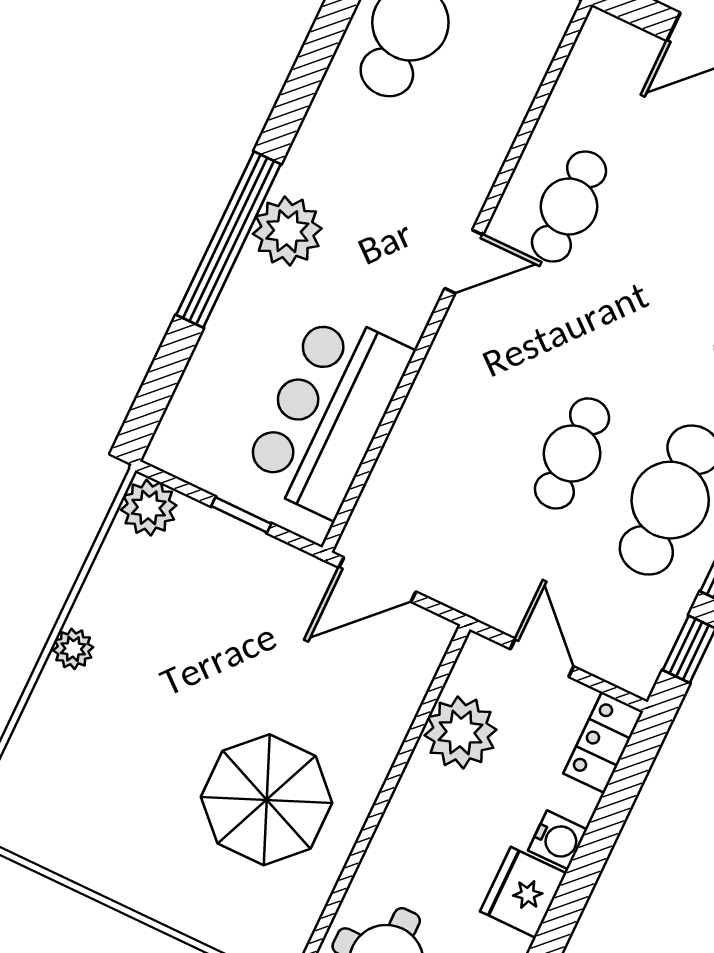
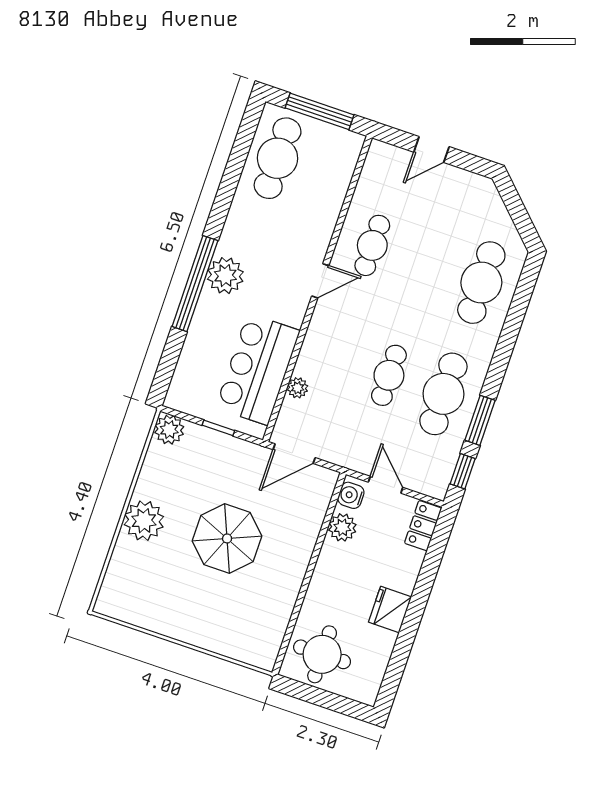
plant: (398, 457) -> (298, 388), added
plant: (73, 649) -> (144, 521), width x1.88, depth x1.88
plant: (461, 732) -> (342, 527), width x0.73, depth x0.73
parasol: (267, 800) -> (227, 538), moved
water cooler: (558, 840) -> (351, 495), moved, turned 180

